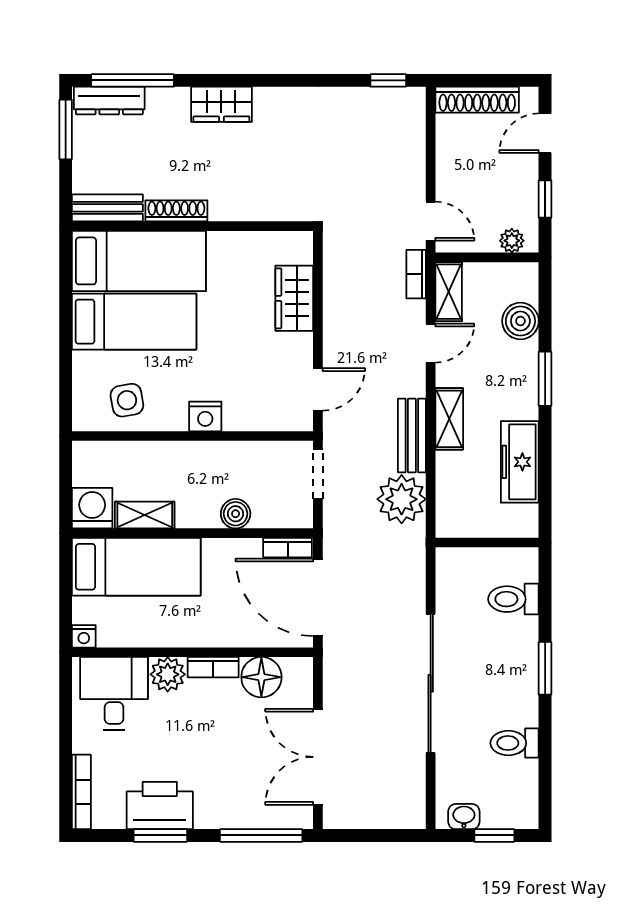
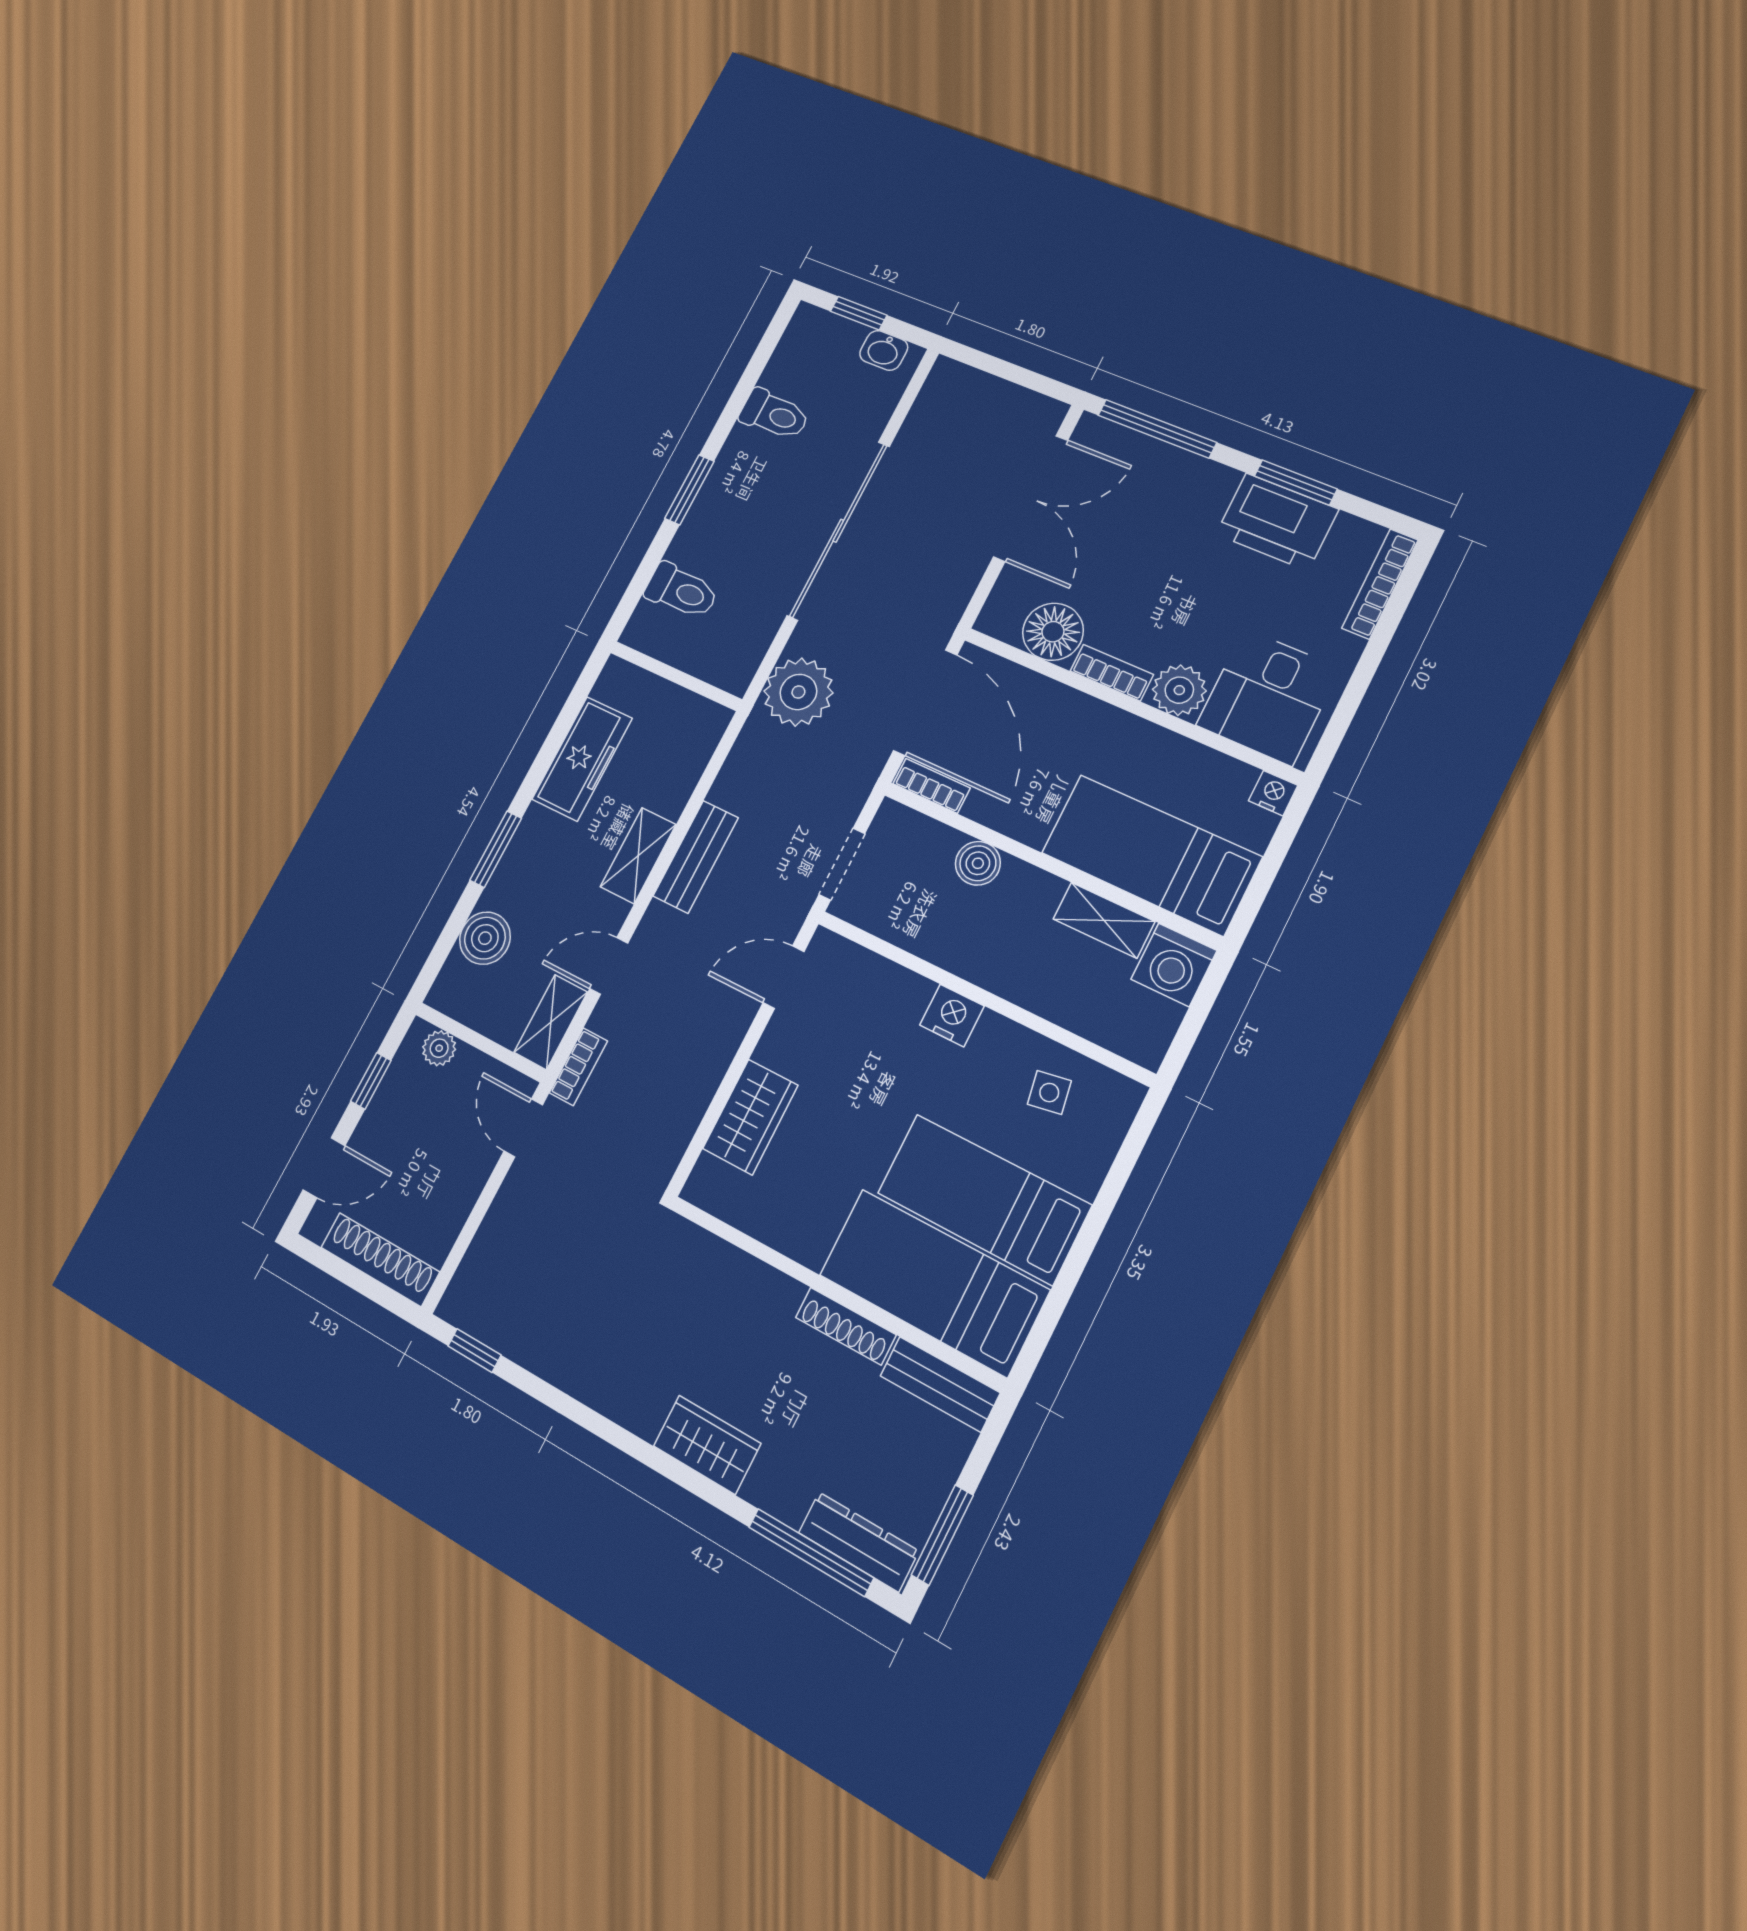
side table: (127, 400) -> (1049, 1093), width x0.73, depth x0.73
plant: (402, 499) -> (798, 692), moved

